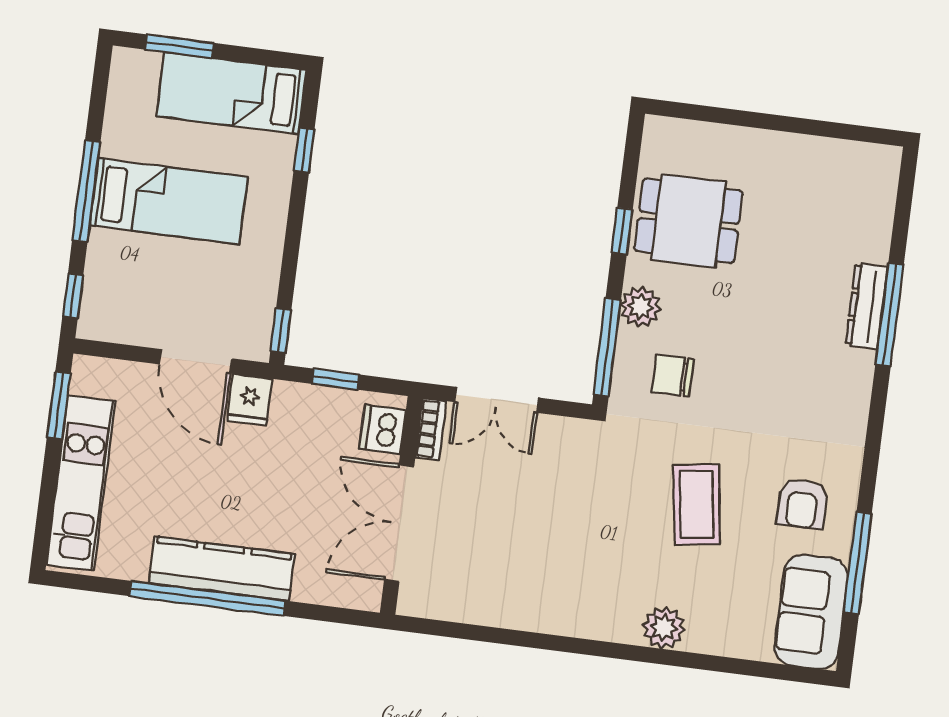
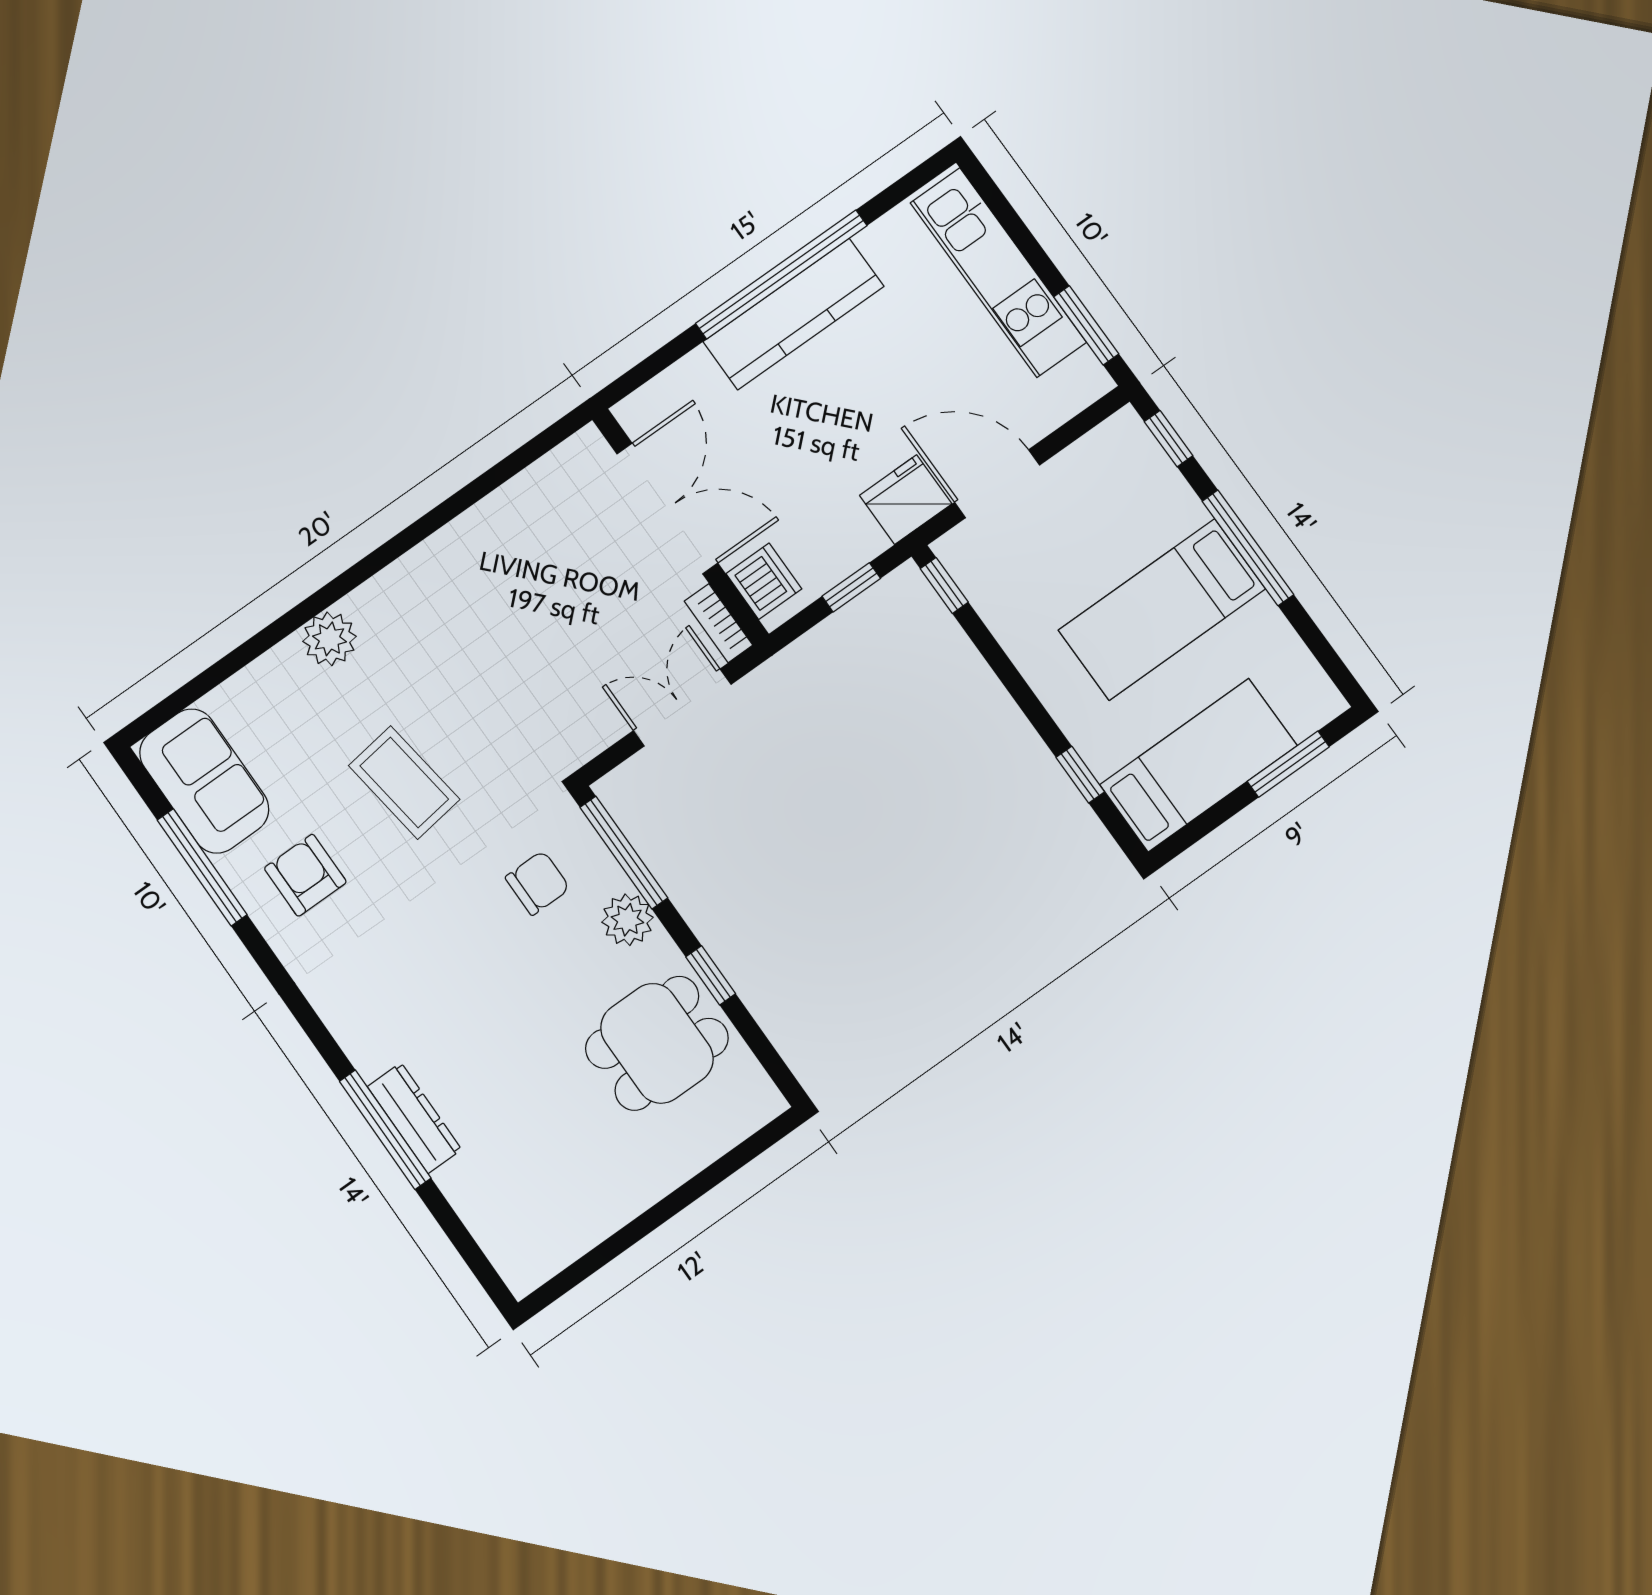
fridge: (249, 400) -> (906, 500), width x1.38

